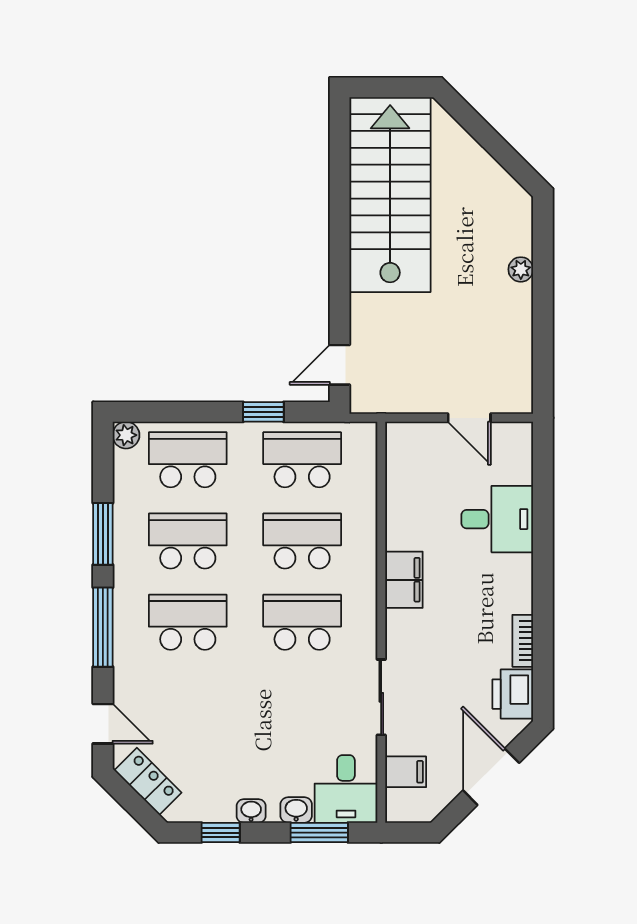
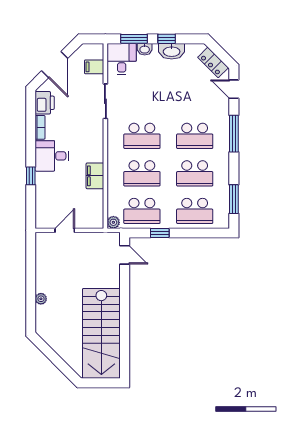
door: (340, 365) -> (125, 255), hinge flipped
door: (469, 418) -> (65, 230), hinge flipped
plant: (126, 435) -> (113, 222), moved
desk: (497, 519) -> (52, 156), moved
window: (103, 534) -> (234, 199), moved
window: (543, 535) -> (31, 176), added
filing cabinet: (404, 580) -> (95, 176), moved
washbasin: (251, 811) -> (172, 51), width x1.91, depth x1.45
window: (221, 833) -> (167, 39), moved

